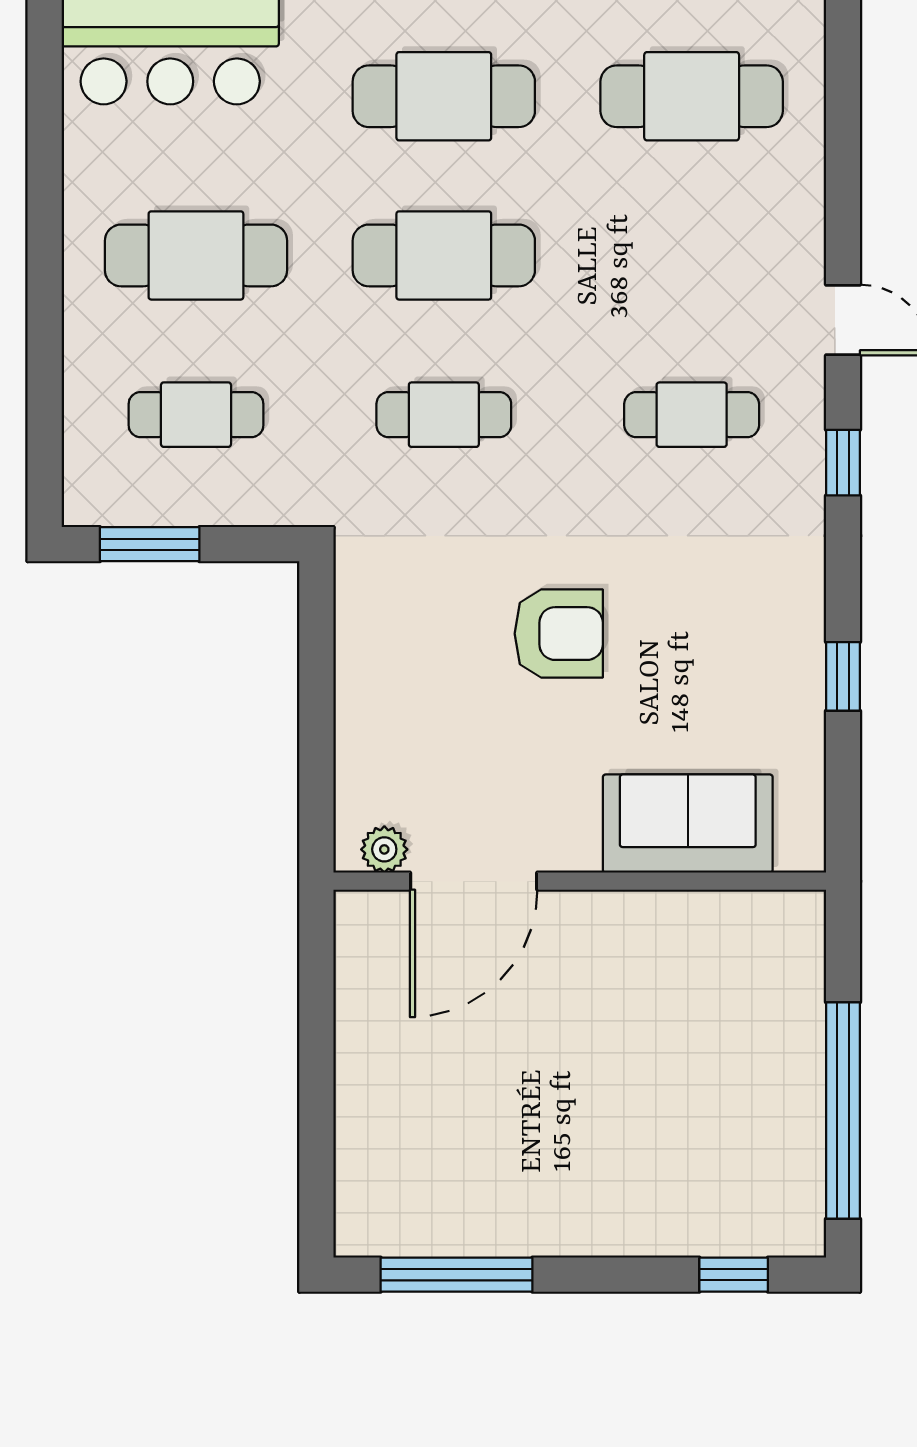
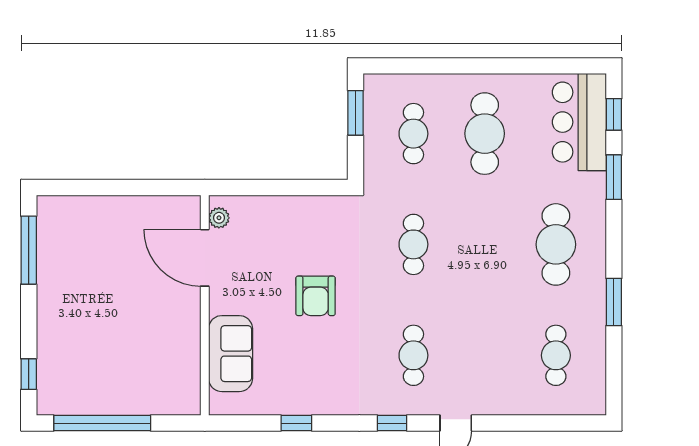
cafe table: (692, 96) -> (556, 355), width x0.73, depth x0.74
cafe table: (444, 255) -> (485, 244), removed

